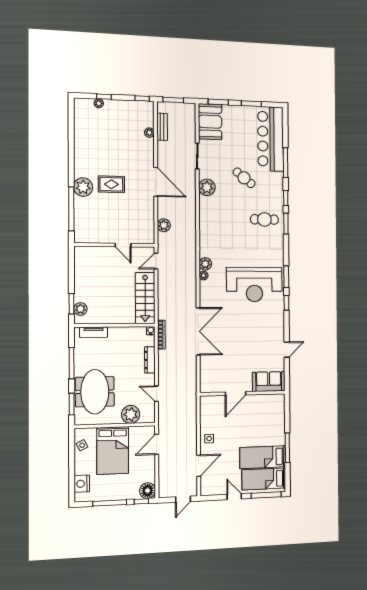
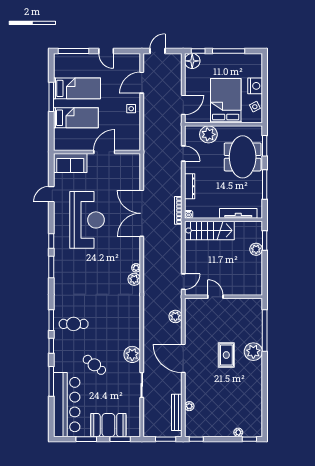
window: (104, 97) -> (249, 439), moved
booth: (210, 122) -> (108, 425), moved, turned 90
bench: (162, 127) -> (177, 412), width x1.36
rug: (111, 184) -> (226, 355), turned 90
reception desk: (254, 285) -> (87, 220), moved, turned 90
stairs: (145, 298) -> (209, 230), moved, turned 90
plant: (80, 309) -> (256, 249), moved
tv unit: (94, 332) -> (238, 213), width x1.41
bed: (264, 479) -> (76, 118), moved
nightstand: (82, 484) -> (255, 86), moved

